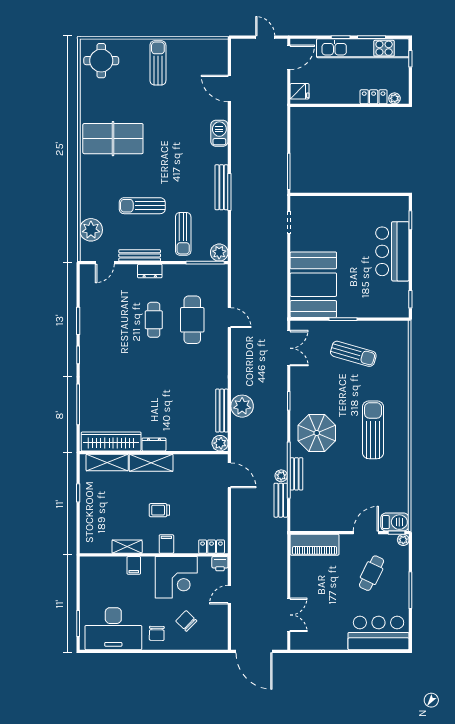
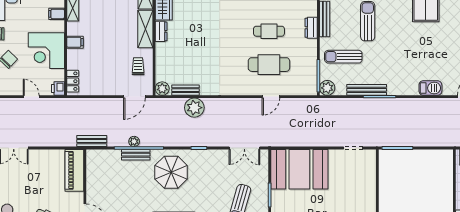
bench: (222, 187) -> (367, 90), moved
bench: (222, 411) -> (185, 90), width x0.73
bench: (281, 500) -> (92, 141), moved
trolley: (159, 510) -> (138, 66), moved

